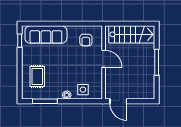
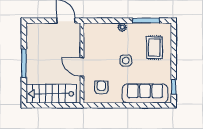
side table: (83, 90) -> (126, 60), moved

